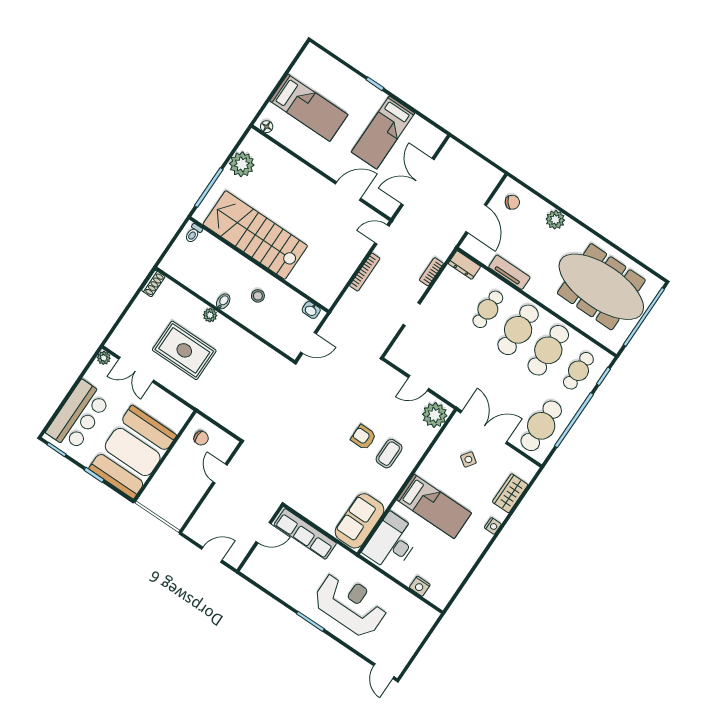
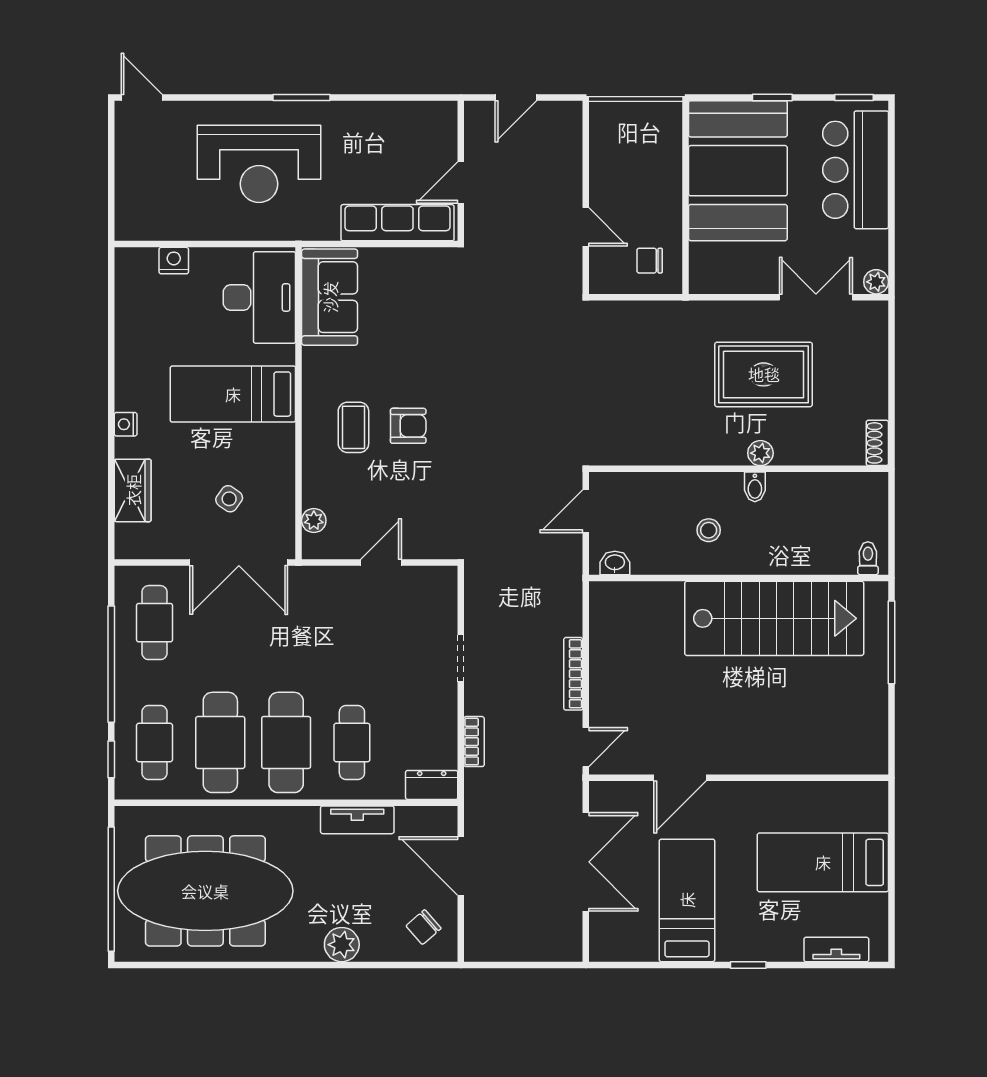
tv unit: (330, 64) -> (836, 950), added
floor lamp: (267, 127) -> (867, 792), removed
plant: (242, 164) -> (866, 710), removed
plant: (435, 415) -> (314, 521), width x0.53, depth x0.53
cafe table: (541, 426) -> (155, 623), width x0.73, depth x0.74

